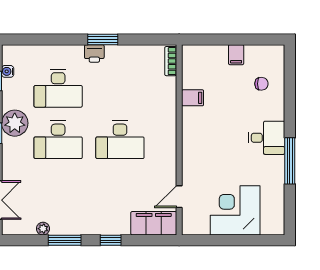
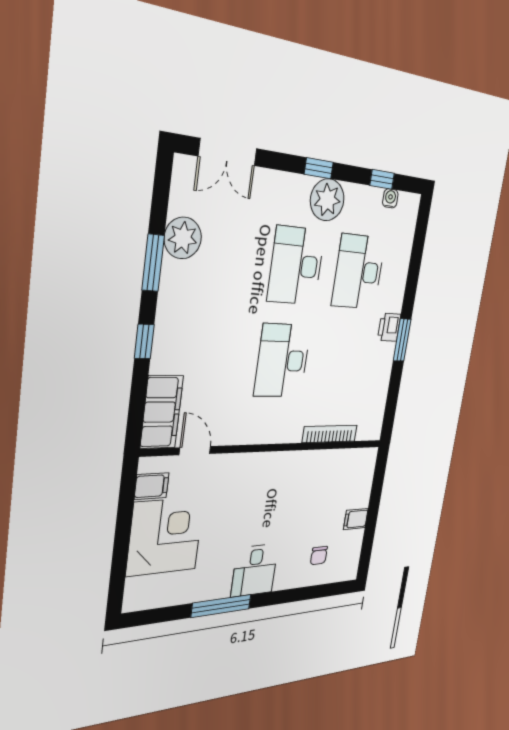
bookcase: (171, 61) -> (330, 434), moved, width x1.56
filing cabinet: (193, 98) -> (152, 486), moved, turned -90
plant: (43, 229) -> (183, 238), width x1.88, depth x1.88

